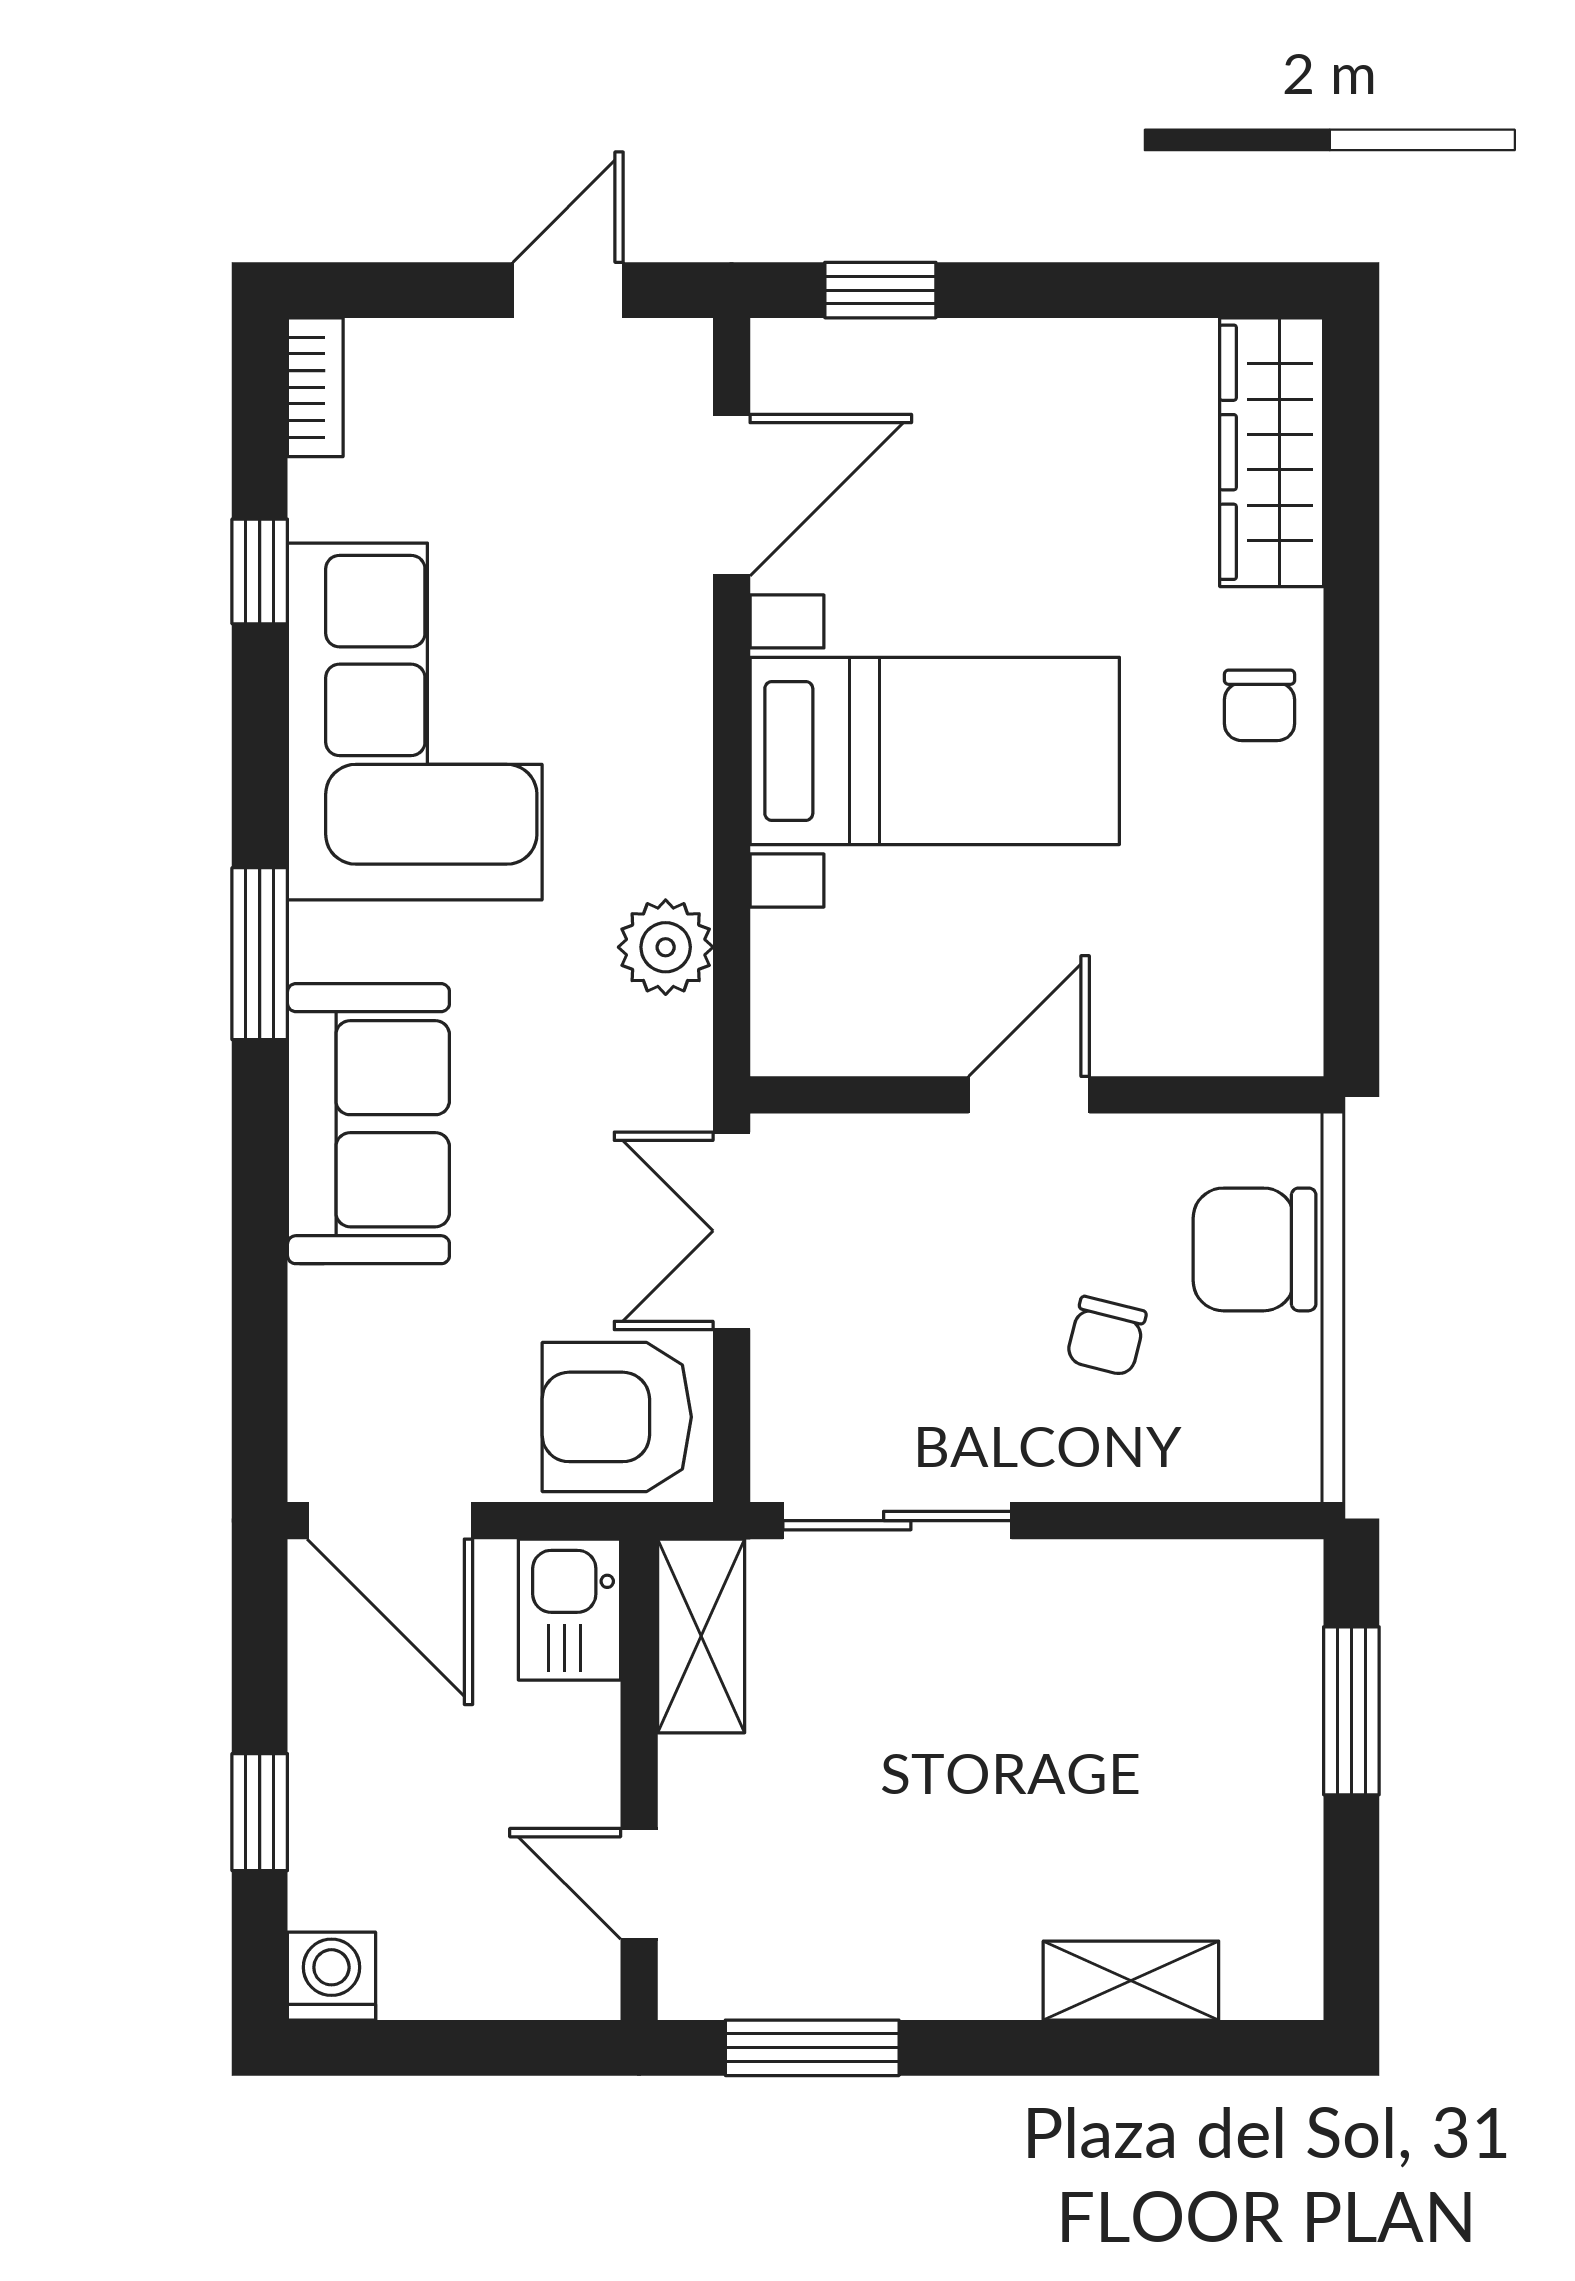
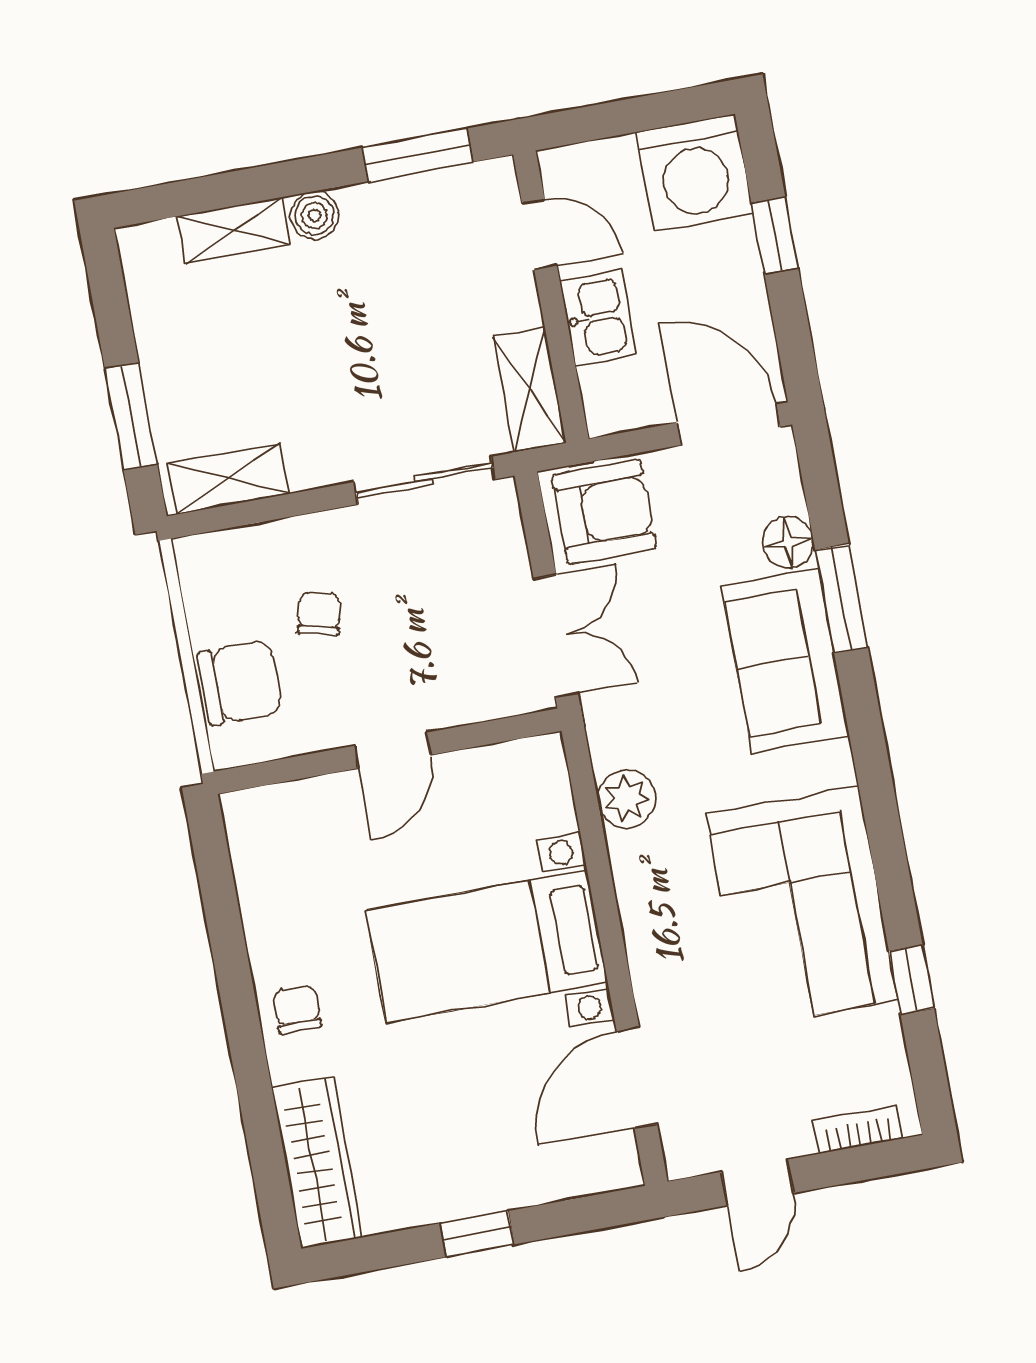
window: (880, 290) -> (478, 1234), moved
bookcase: (315, 387) -> (858, 1130), moved, turned 90
window: (260, 954) -> (841, 599), moved
floor lamp: (329, 1313) -> (788, 542), added
shelving: (1213, 1581) -> (228, 479), added
kitchen sink: (569, 1610) -> (598, 318), moved
washing machine: (331, 1976) -> (695, 173), width x1.89, depth x1.89
boiler: (996, 1981) -> (314, 215), added

